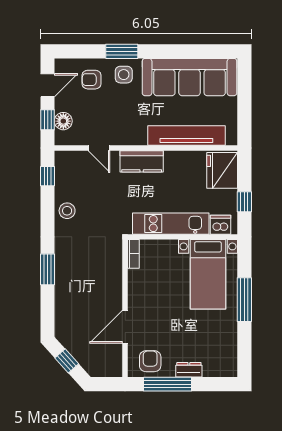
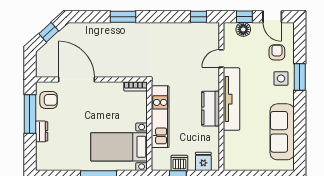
sofa: (190, 77) -> (282, 132), width x0.74, depth x0.79
tv unit: (186, 136) -> (232, 99), moved
kitchen counter: (142, 161) -> (211, 109), moved
fridge: (222, 170) -> (203, 161), width x0.53, depth x0.75
stool: (67, 211) -> (171, 33), removed
dishwasher: (221, 225) -> (179, 163), moved, turned -90
door: (125, 327) -> (76, 80), width x1.36

